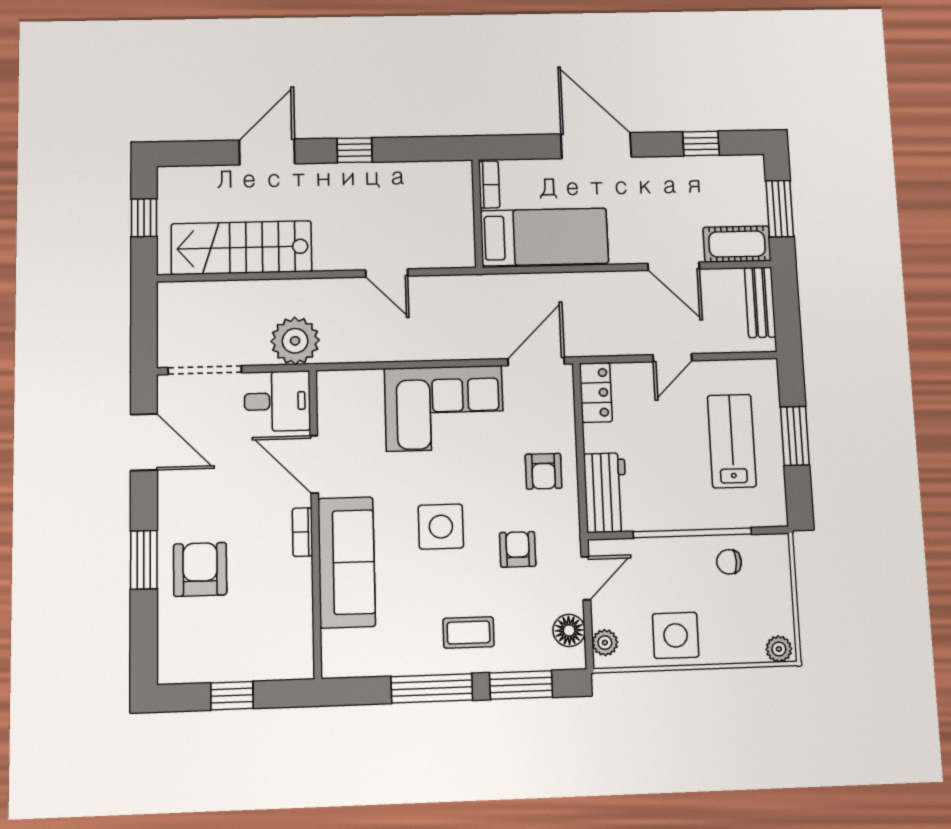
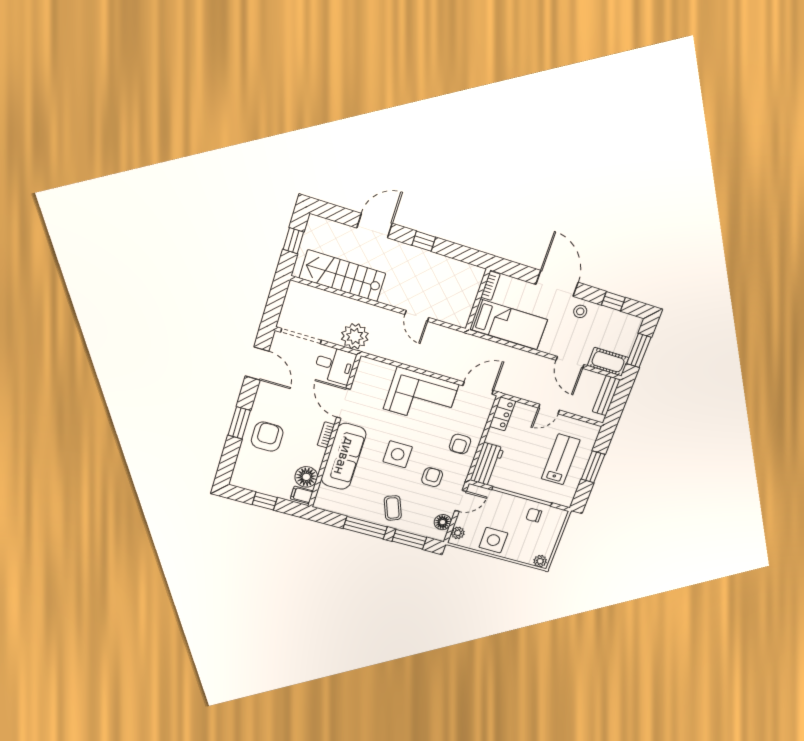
stool: (654, 177) -> (580, 311), added
floor lamp: (293, 623) -> (306, 477), added
coffee table: (469, 632) -> (393, 508), turned 68
filing cabinet: (296, 661) -> (302, 495), added

